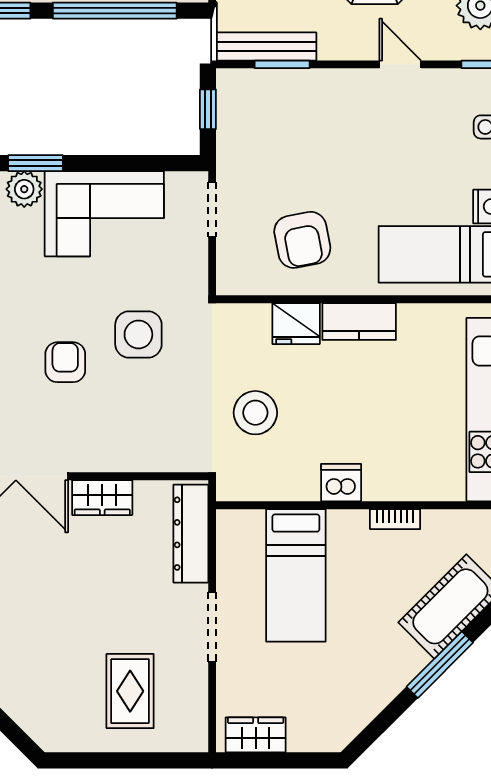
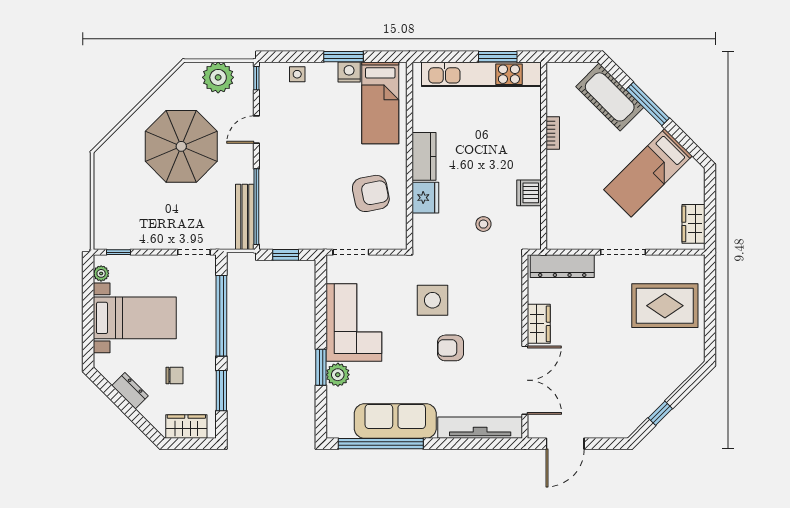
window: (282, 64) -> (256, 207), width x2.11
stool: (255, 413) -> (483, 224), width x0.53, depth x0.53
dishwasher: (341, 483) -> (529, 193), moved
bed: (296, 575) -> (648, 173), moved, turned 135
rug: (130, 691) -> (665, 306), width x1.36, depth x1.43

